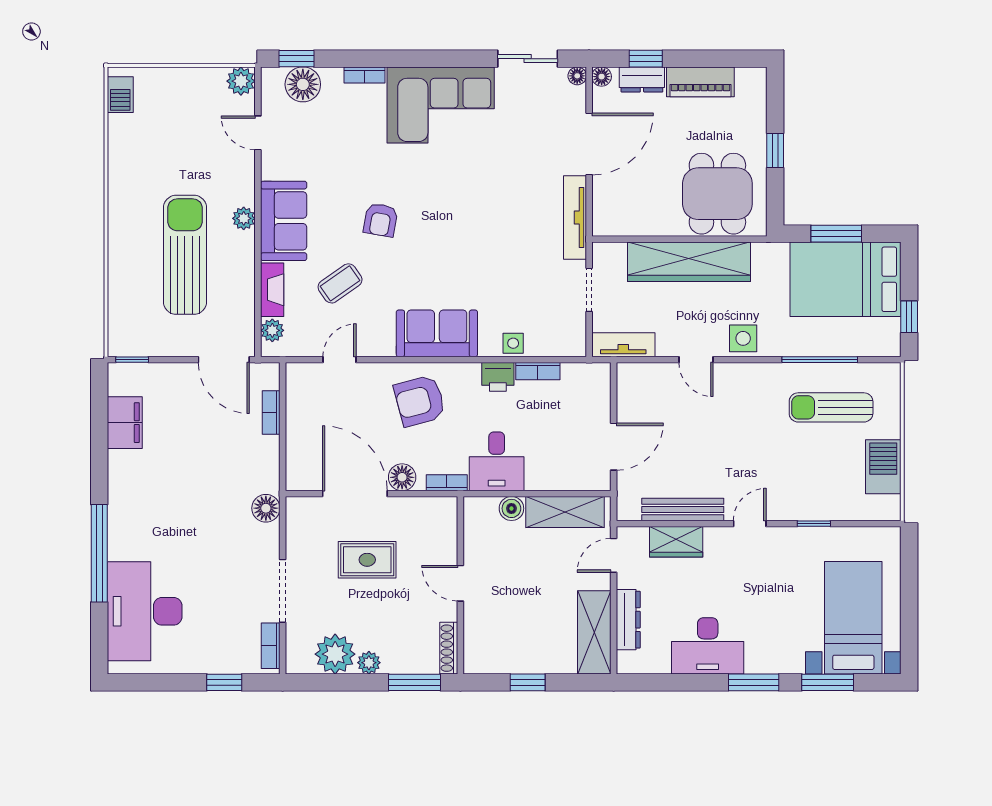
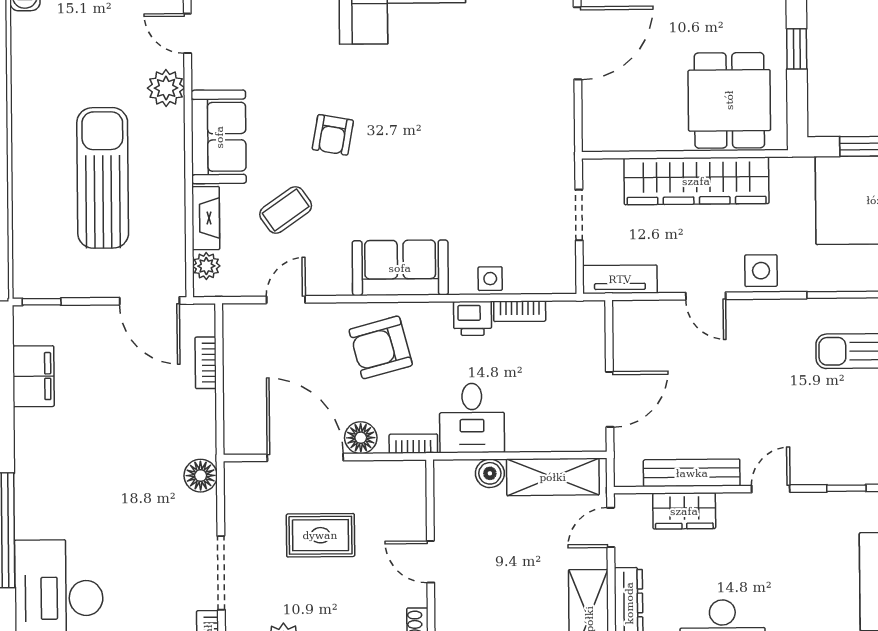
plant: (244, 218) -> (166, 88), moved, width x1.38, depth x1.38
tv unit: (575, 218) -> (562, 130), removed

